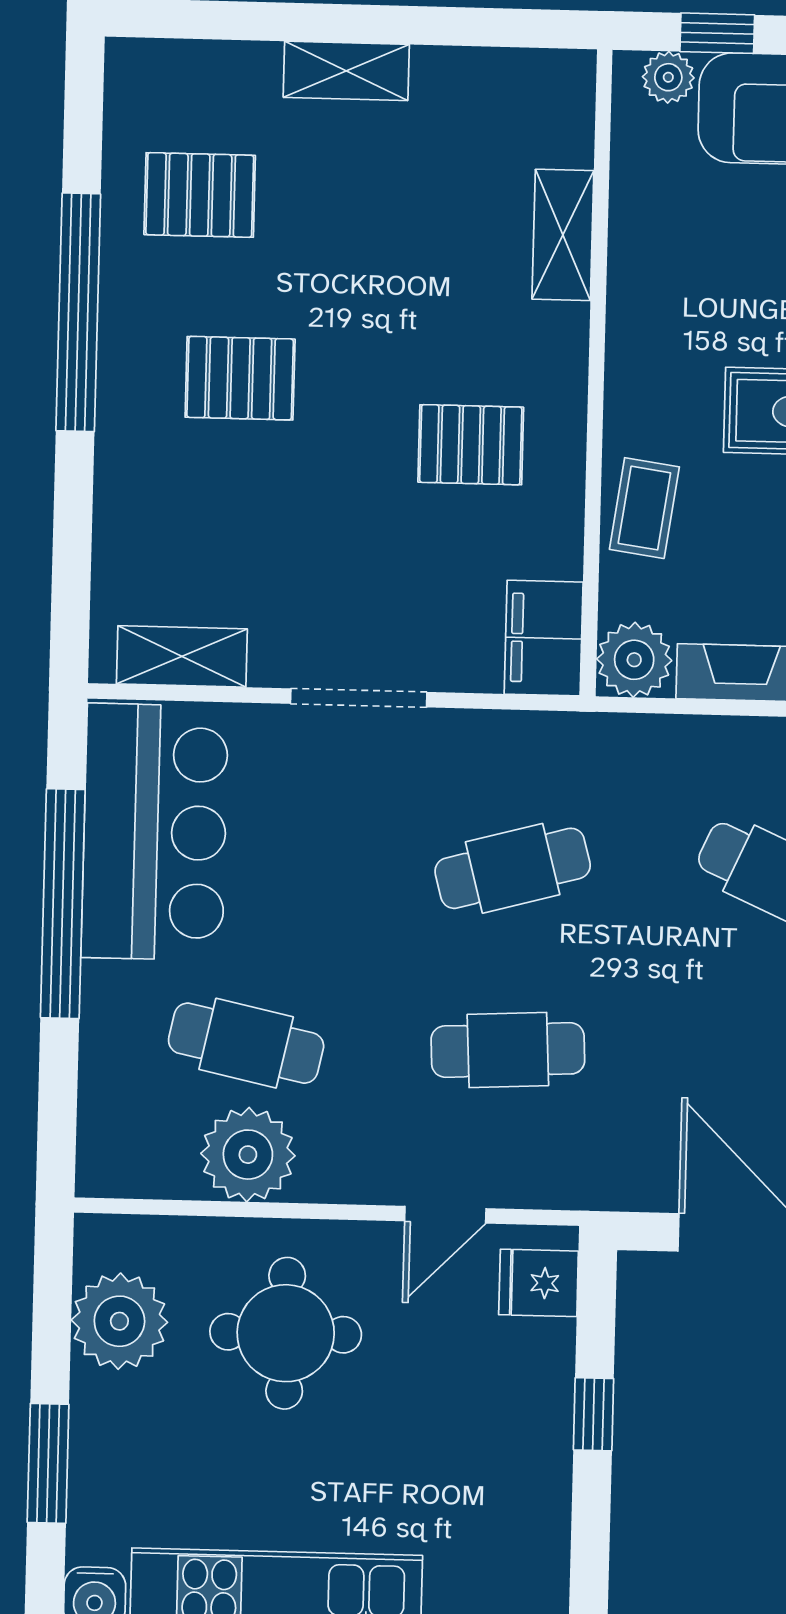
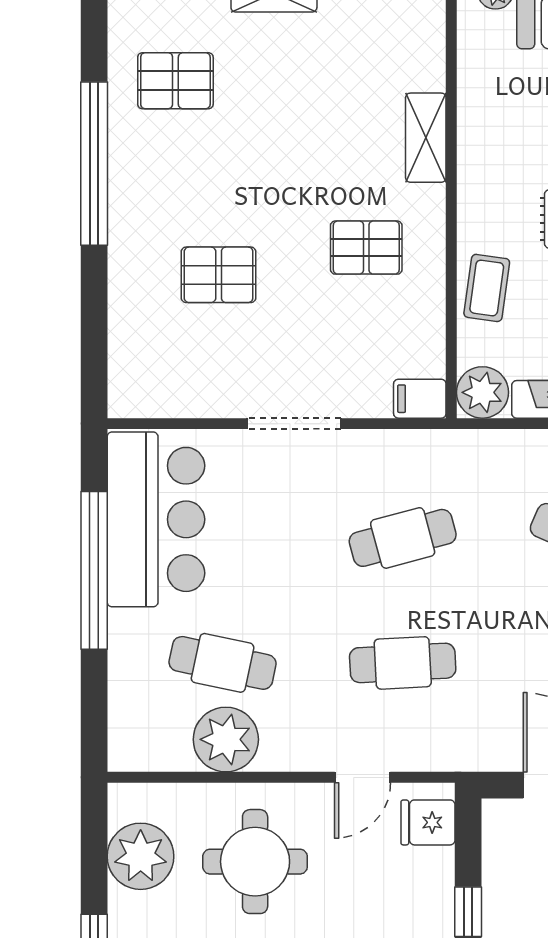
shelving: (563, 235) -> (426, 138), moved
pallet: (240, 378) -> (219, 275), moved
filing cabinet: (544, 638) -> (420, 399), width x0.50
shelving: (182, 656) -> (172, 398), removed

